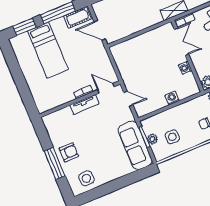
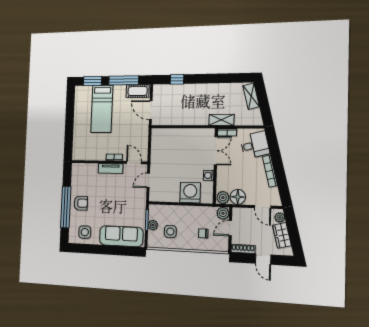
washing machine: (172, 98) -> (190, 193), width x1.89, depth x1.89
door: (128, 99) -> (148, 180), swing flipped
sofa: (135, 145) -> (121, 236), moved, turned 90
window: (55, 163) -> (66, 207), width x1.46

